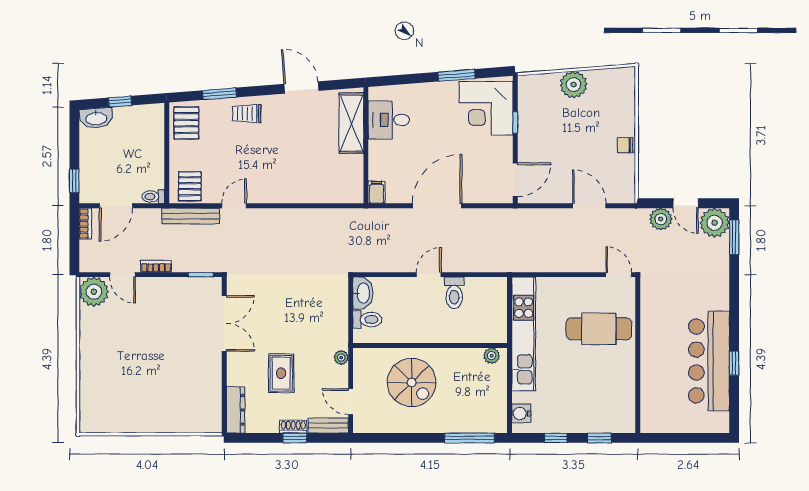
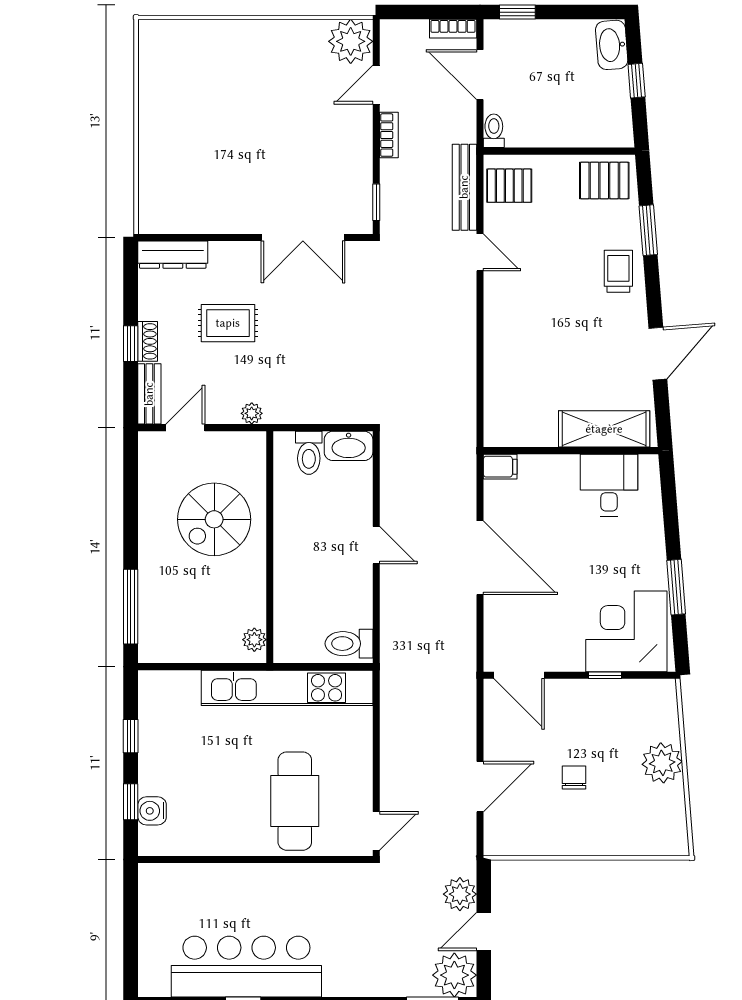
chair: (625, 145) -> (574, 778), moved
toilet: (454, 293) -> (349, 644), moved
water cooler: (521, 413) -> (152, 811), moved, turned -90

